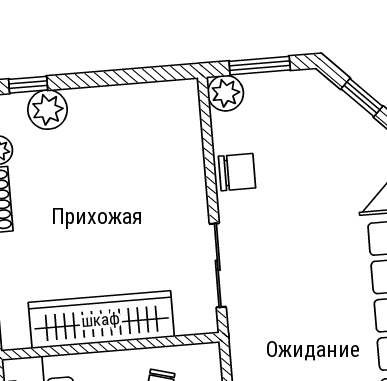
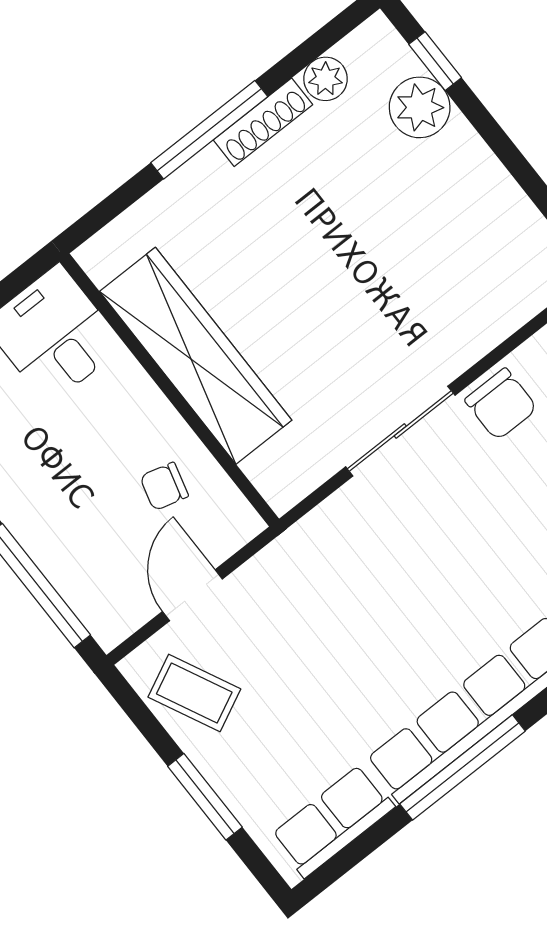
sliding door: (218, 265) -> (400, 431), moved

